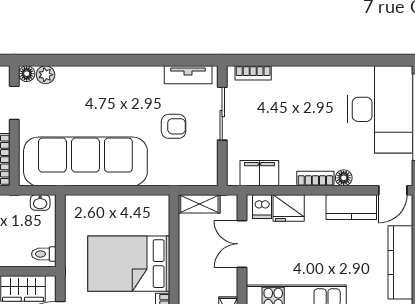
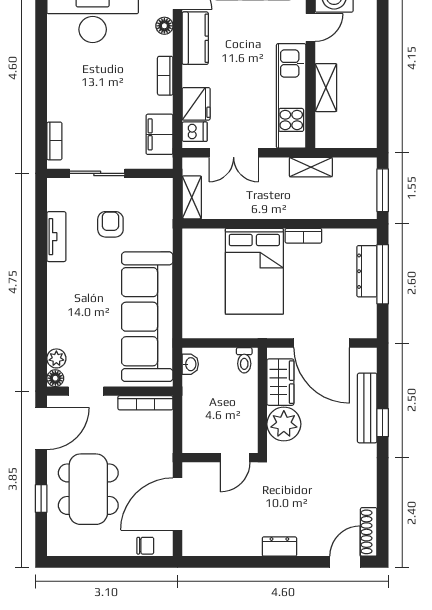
tv unit: (188, 75) -> (56, 237), moved
floor lamp: (344, 178) -> (164, 26), moved

